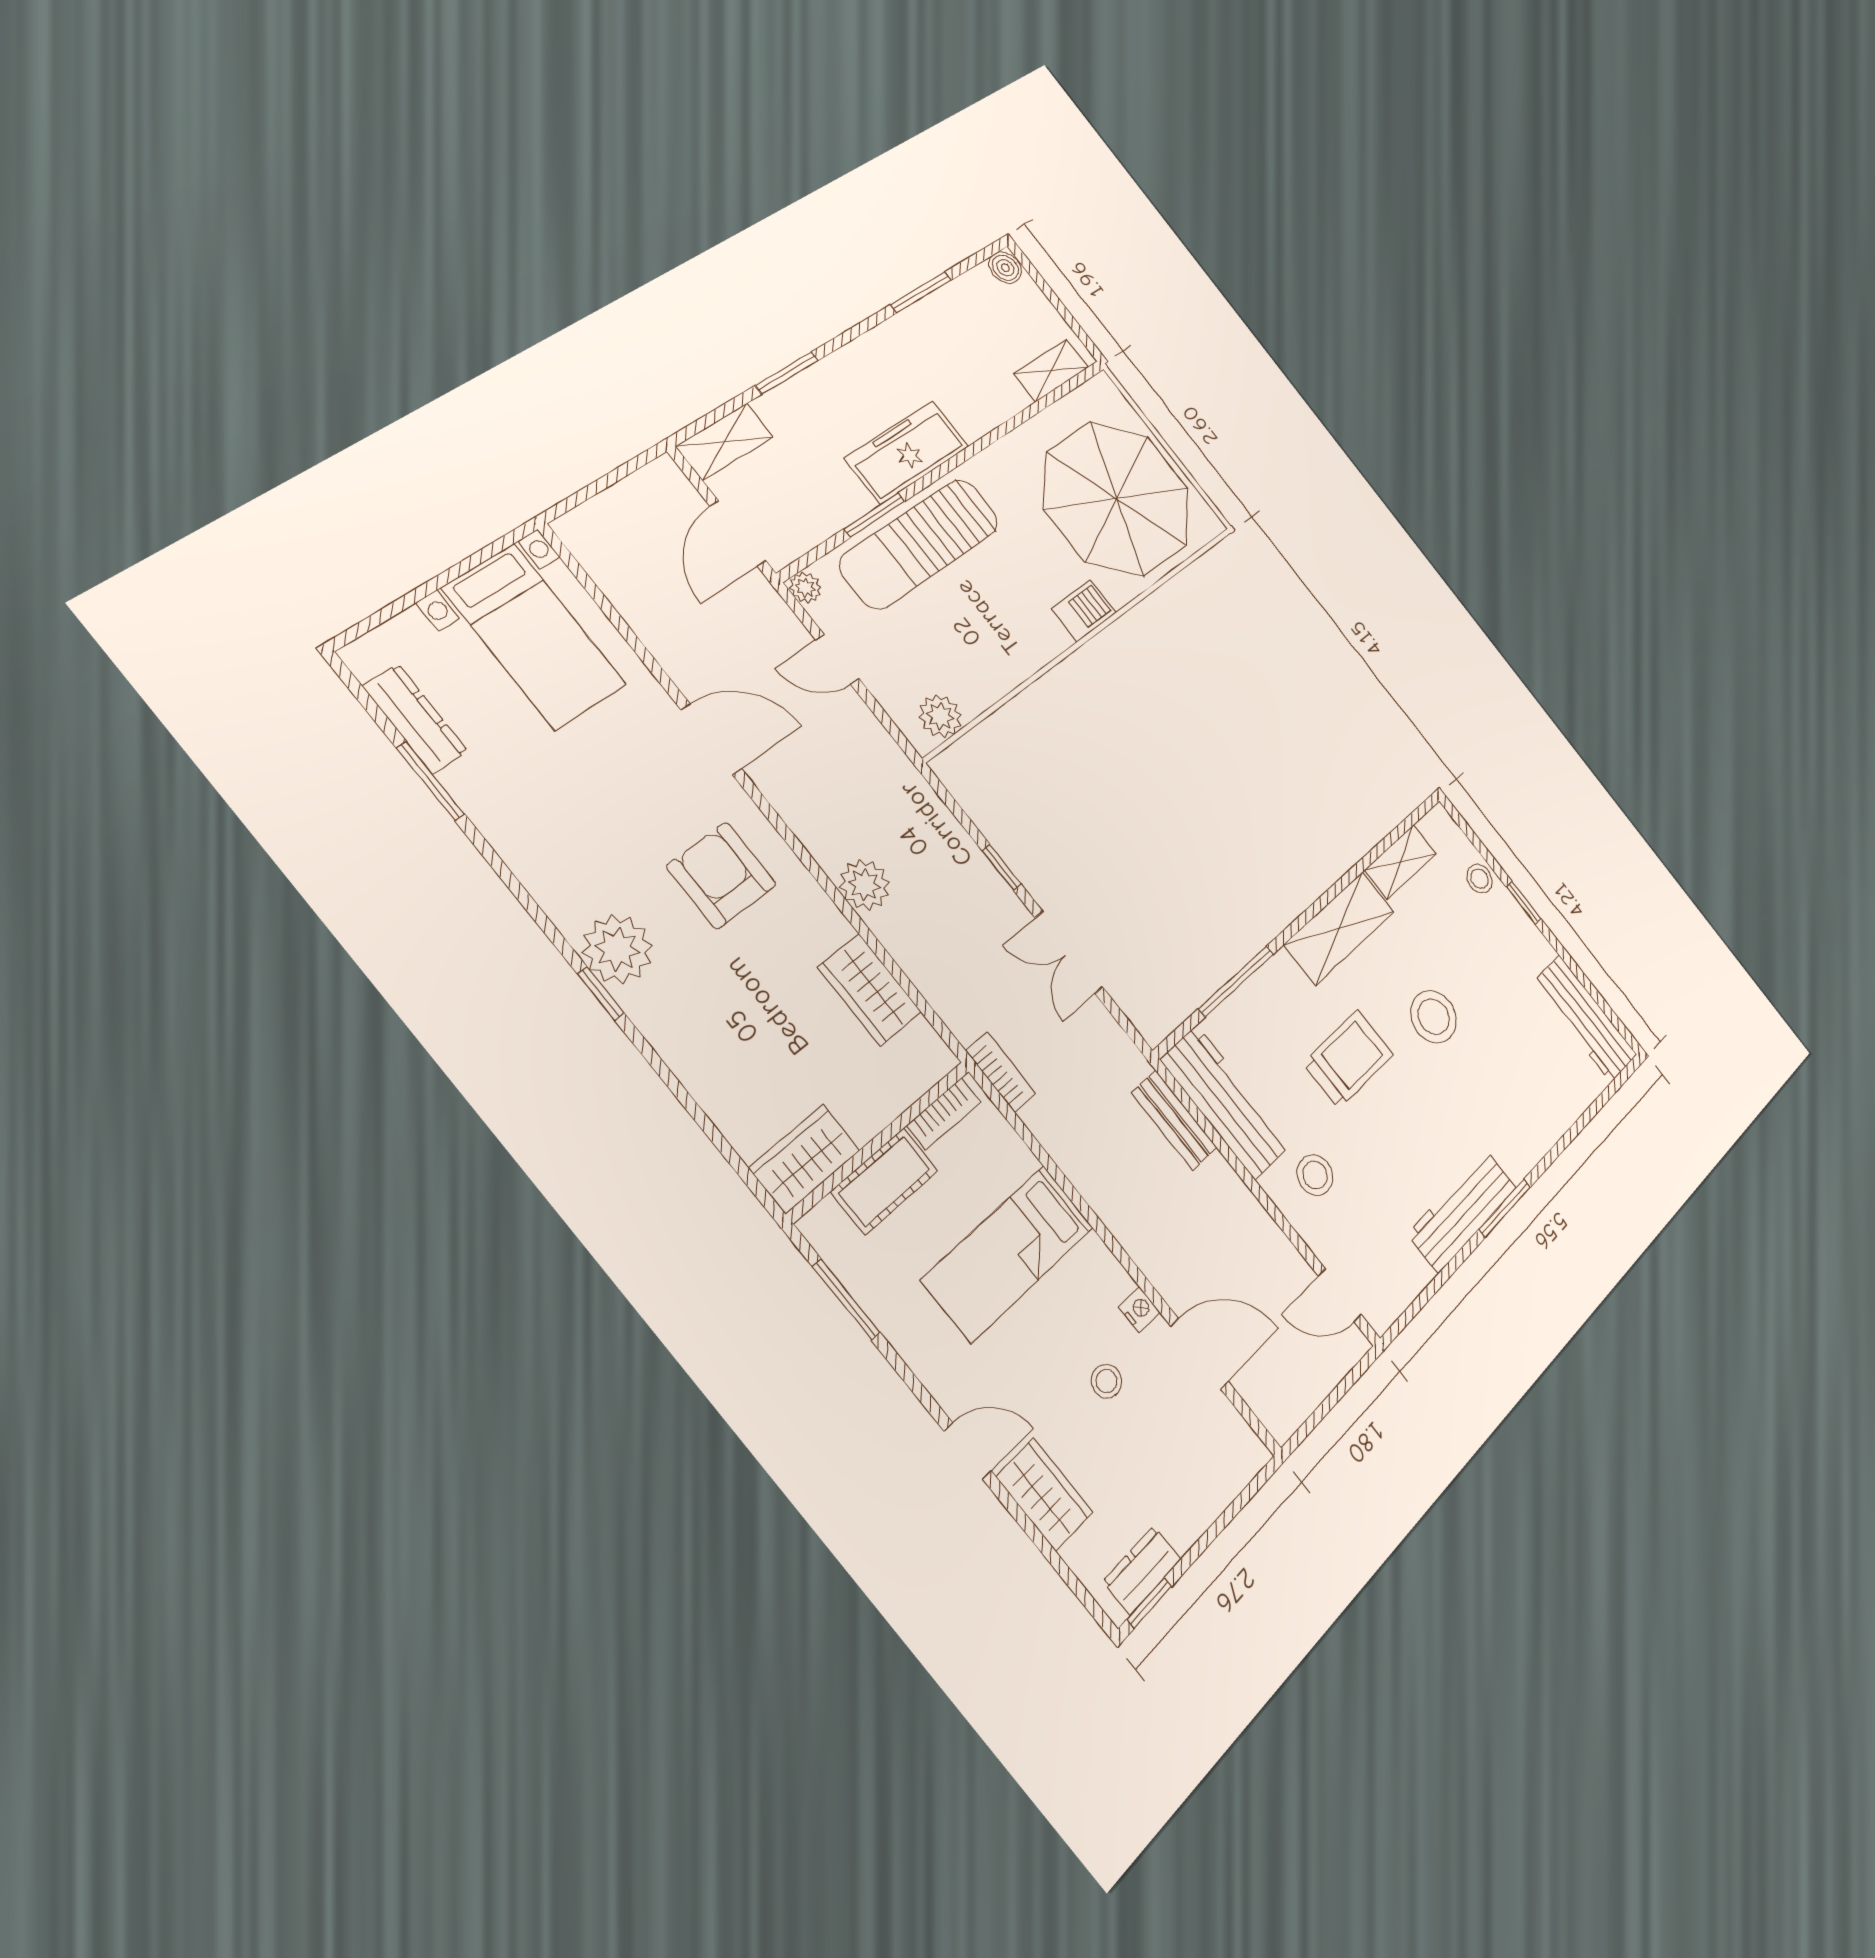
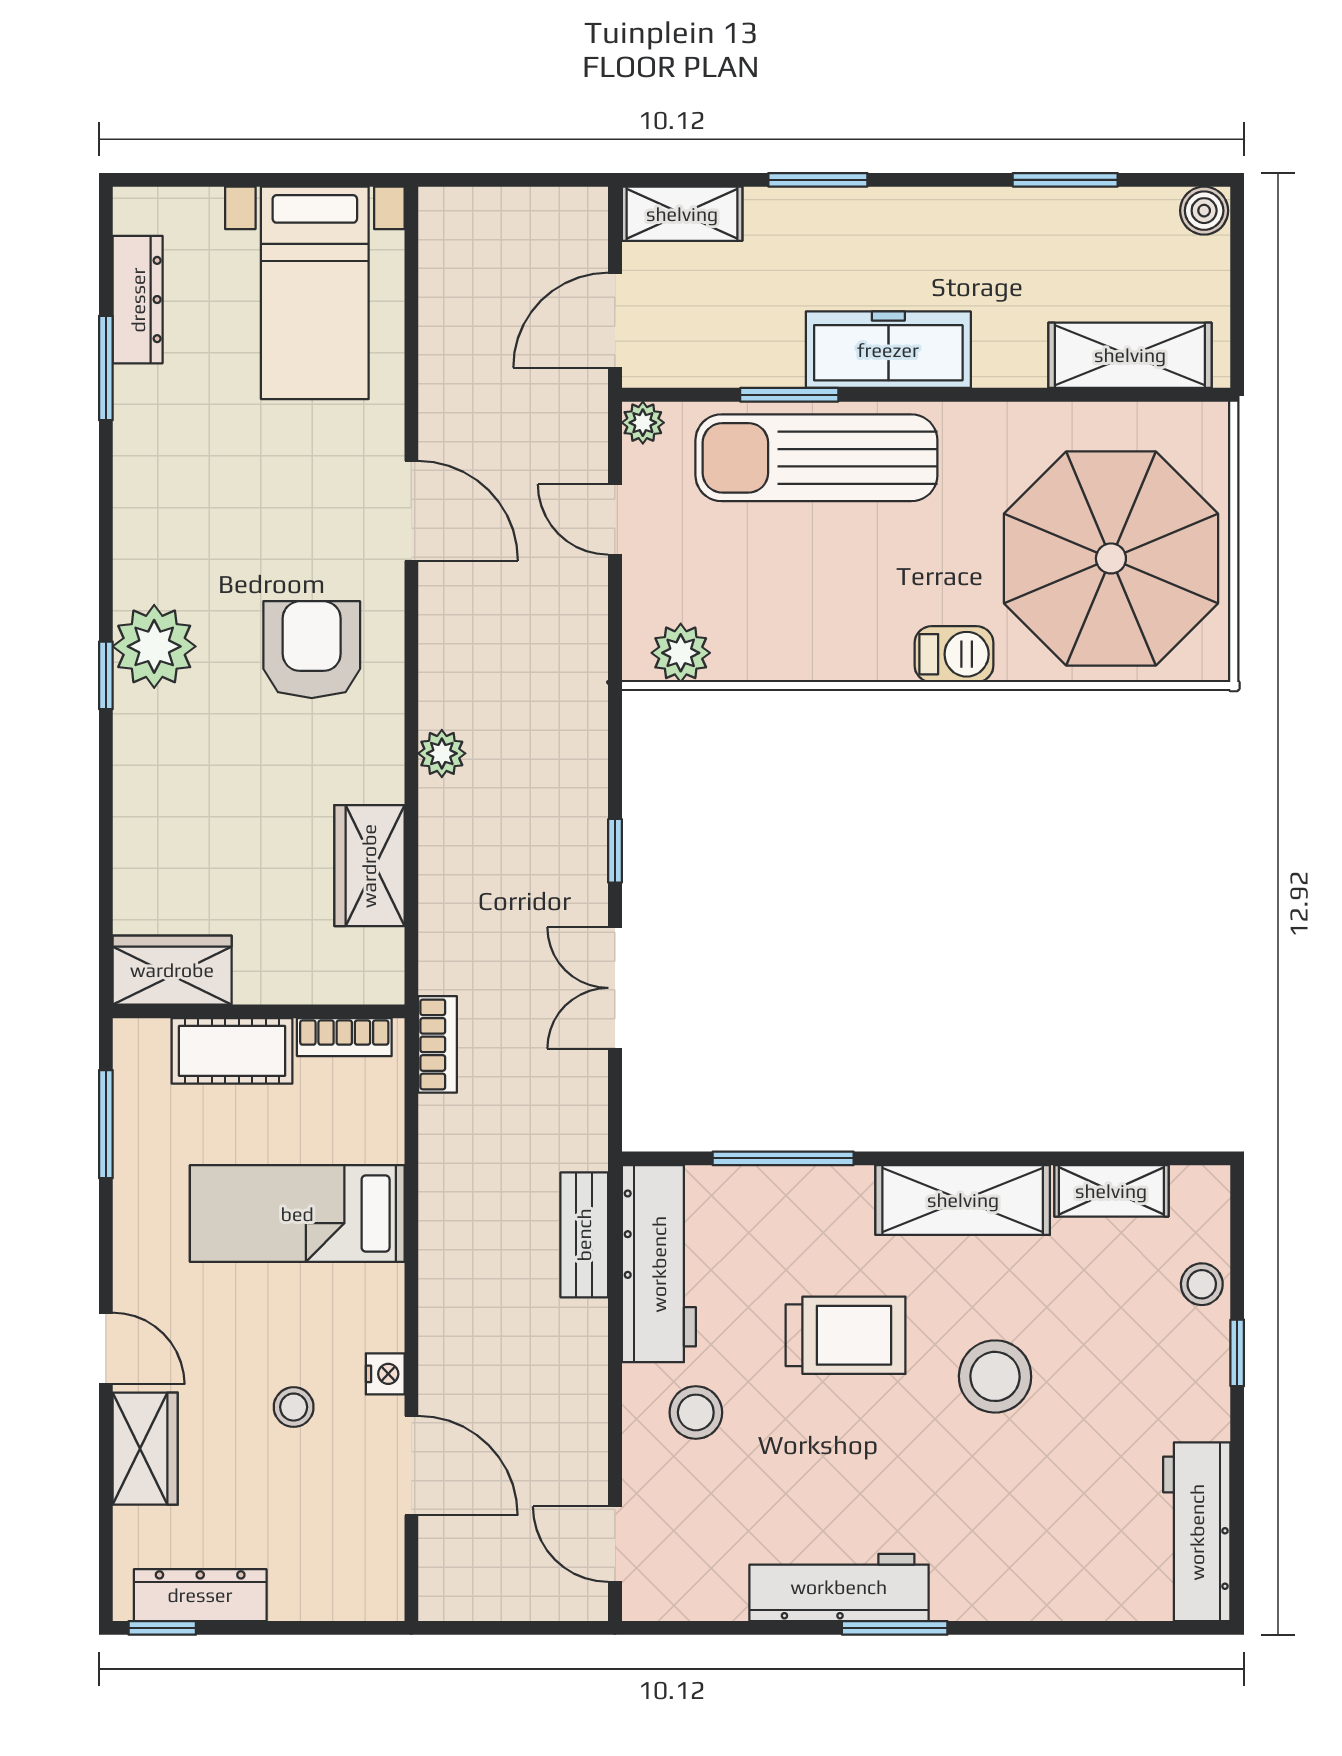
shelving: (1051, 371) -> (1130, 355), width x1.50, depth x1.33
plant: (865, 885) -> (442, 753), width x0.73, depth x0.73
dresser: (1142, 1570) -> (200, 1595), width x1.44

